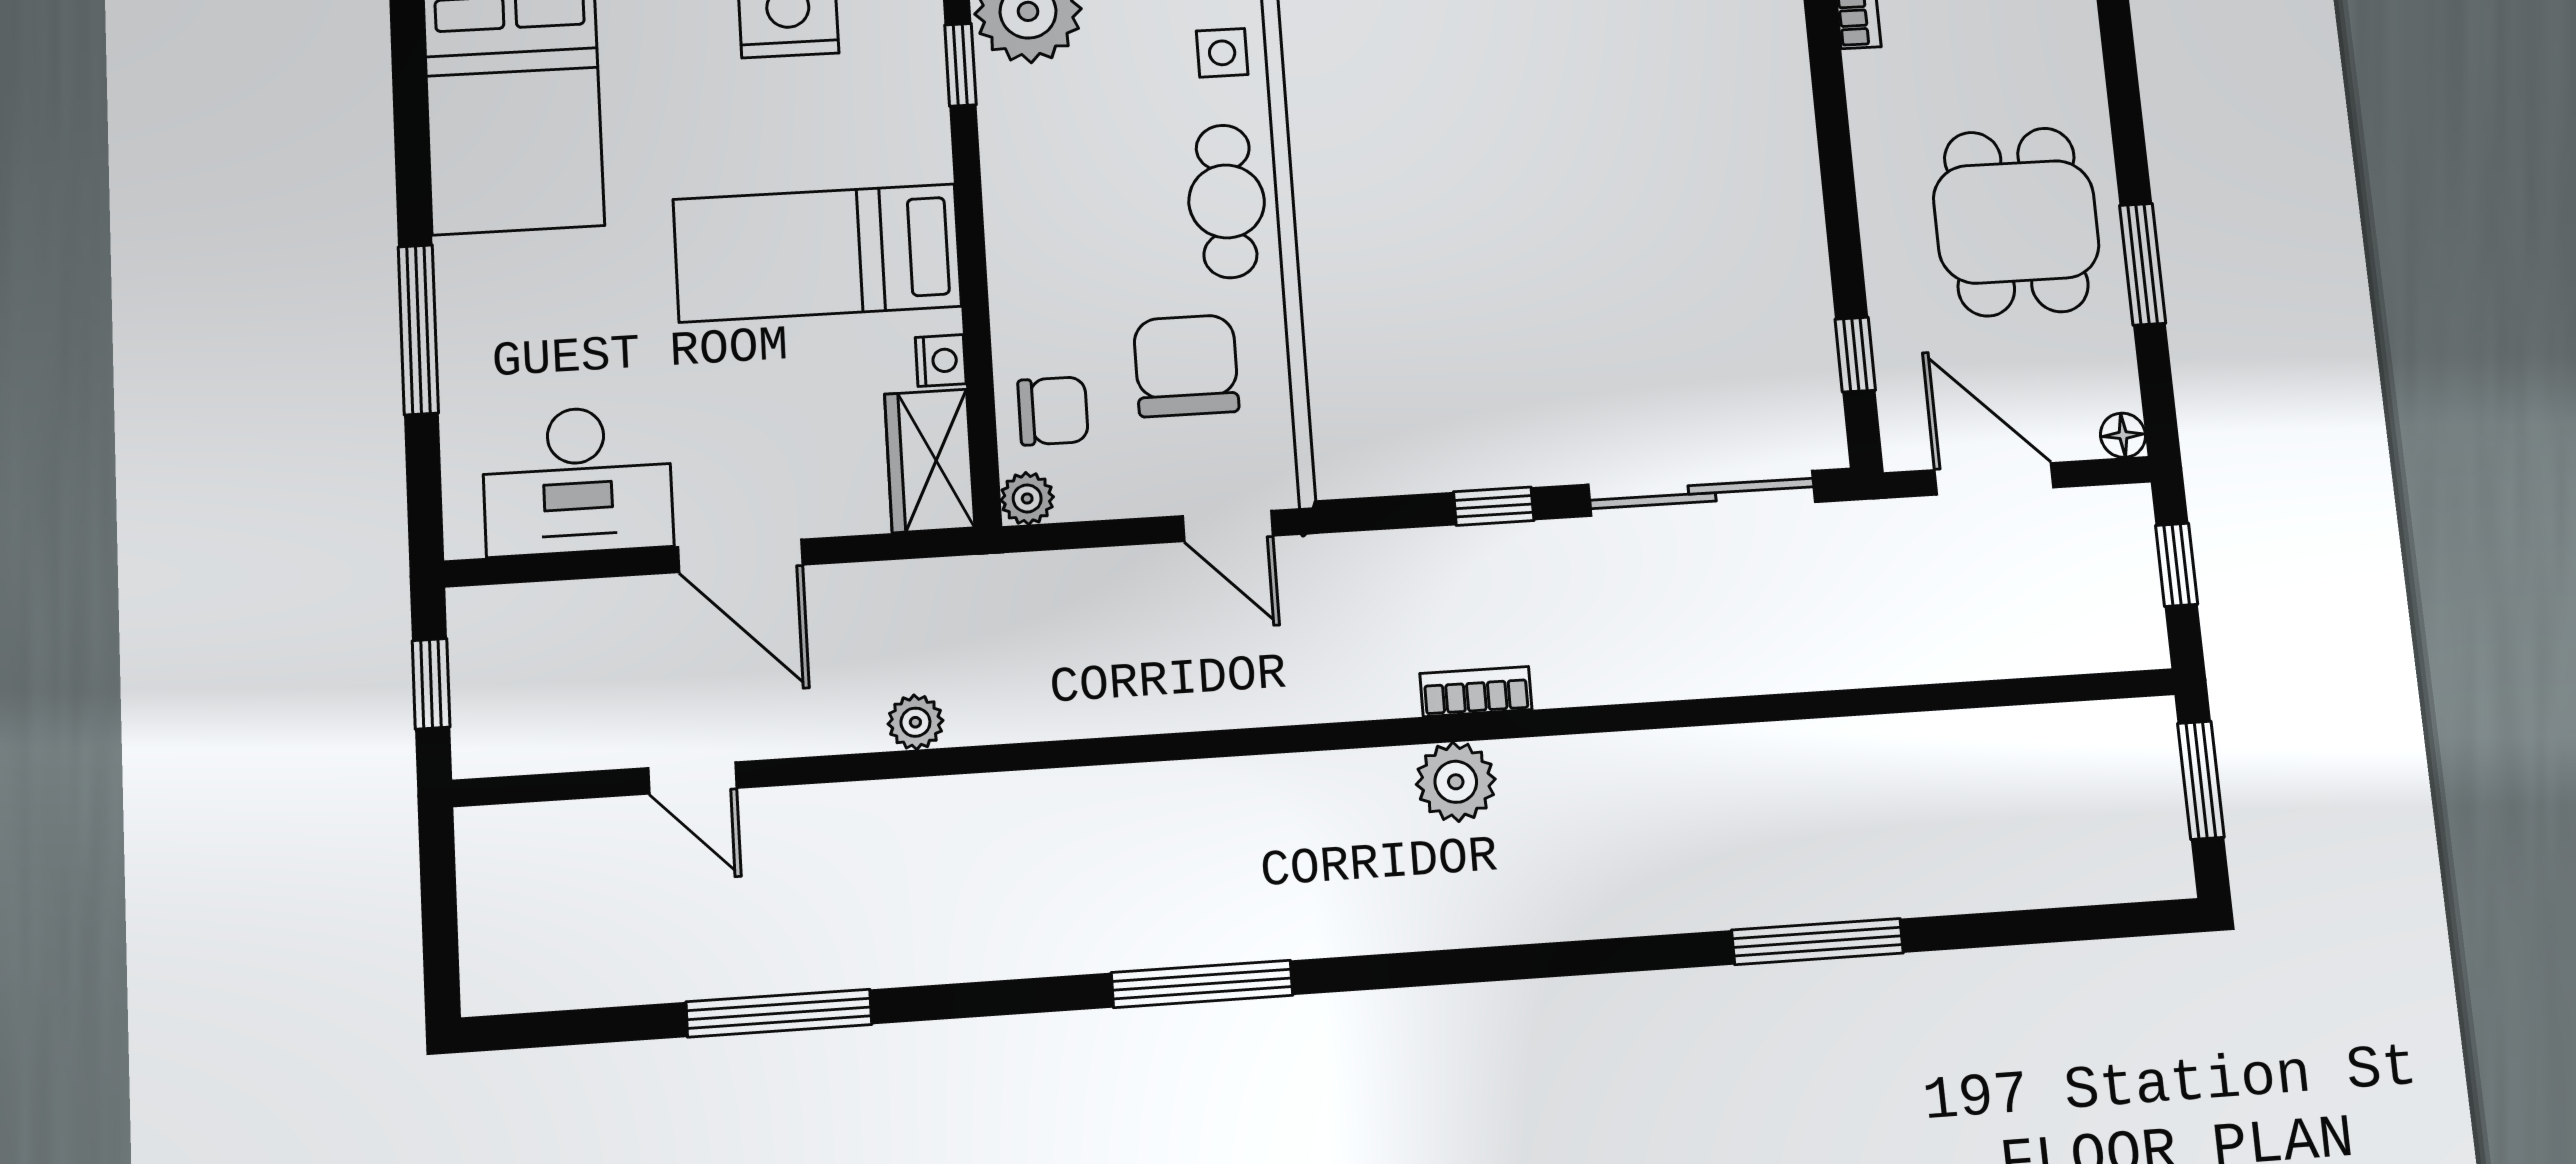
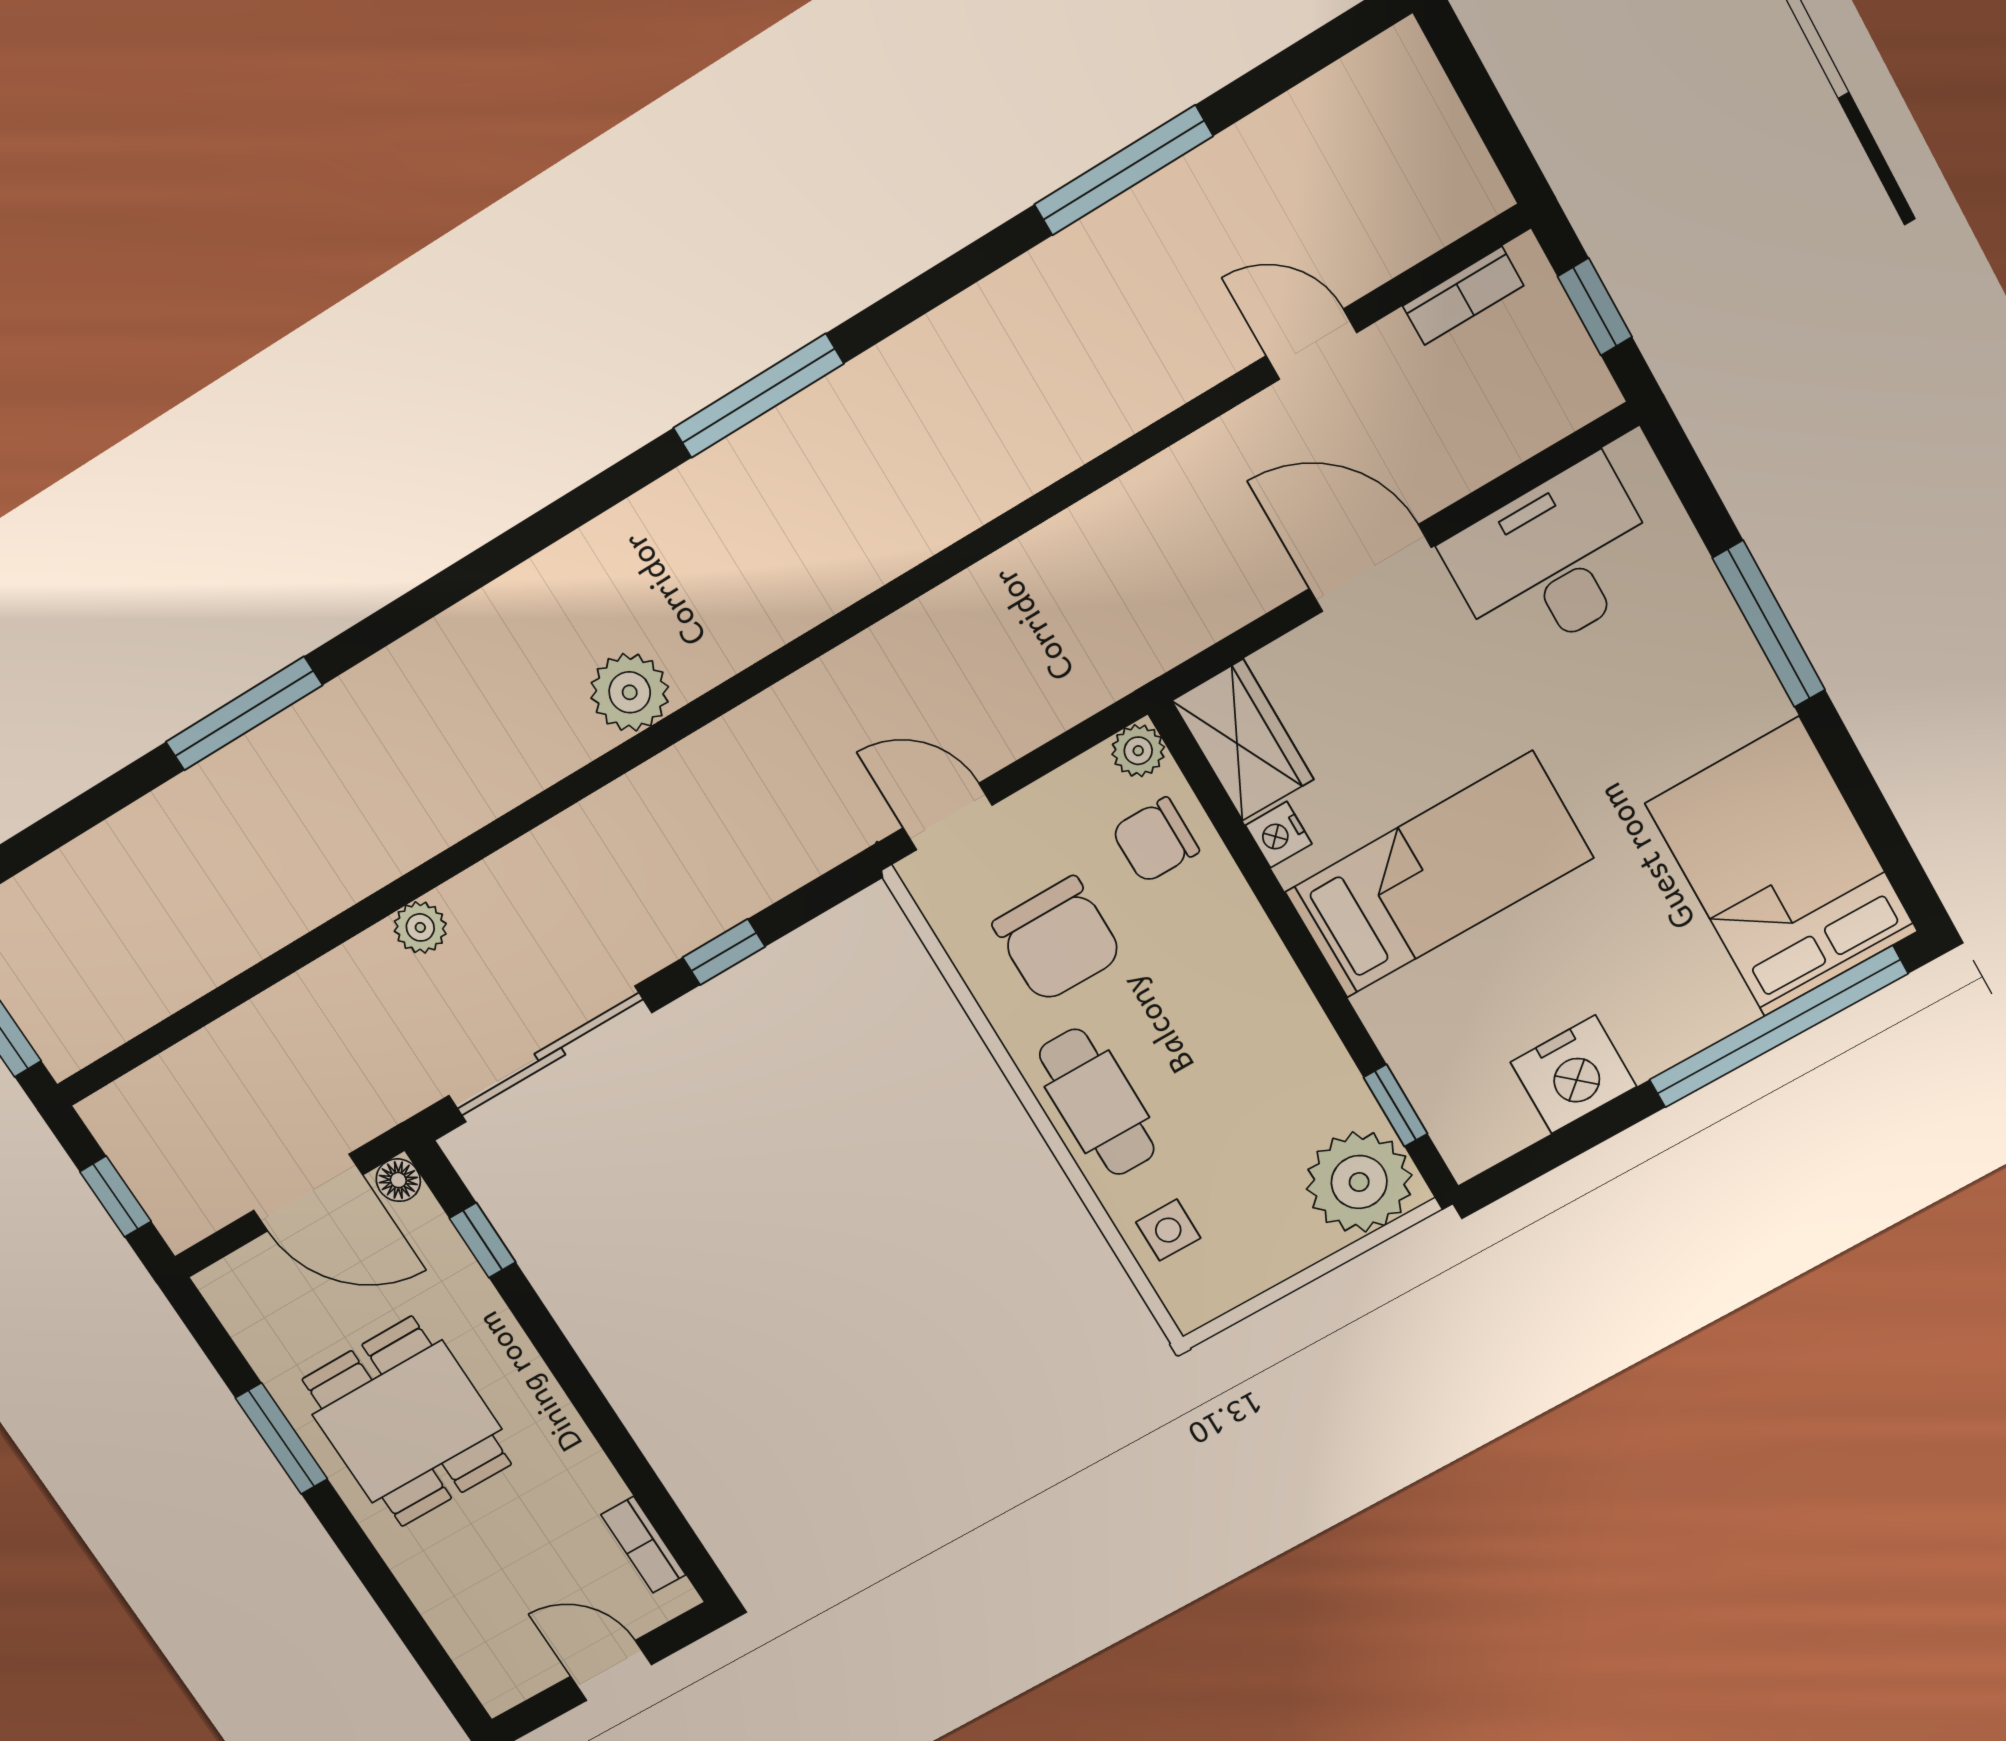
floor lamp: (2123, 435) -> (398, 1180), moved
bookcase: (1476, 692) -> (1463, 296), moved
plant: (915, 722) -> (420, 927), moved

